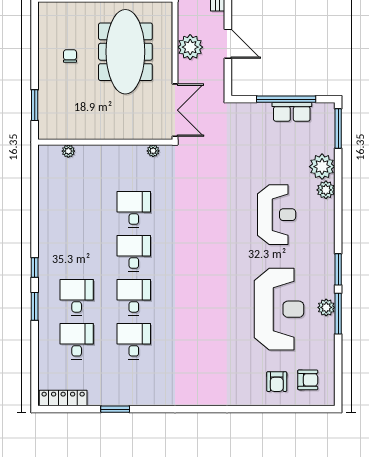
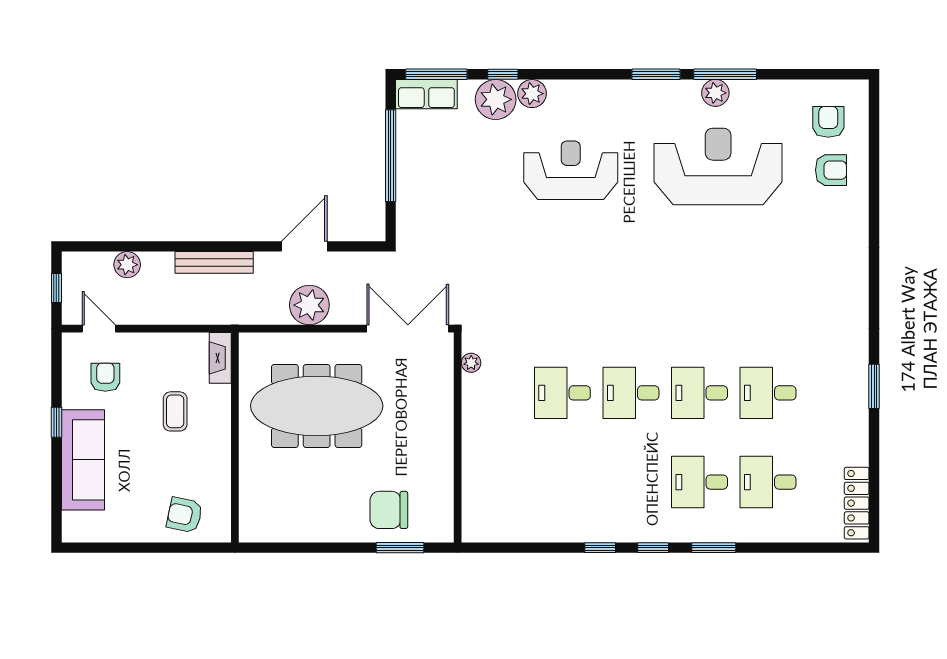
chair: (70, 56) -> (389, 510), moved, width x1.87, depth x1.87
row of seats: (292, 112) -> (426, 94), moved, turned 90
plant: (68, 151) -> (472, 495), removed
window: (338, 171) -> (503, 74), added
window: (35, 234) -> (600, 548), added
window: (115, 409) -> (874, 386), moved

